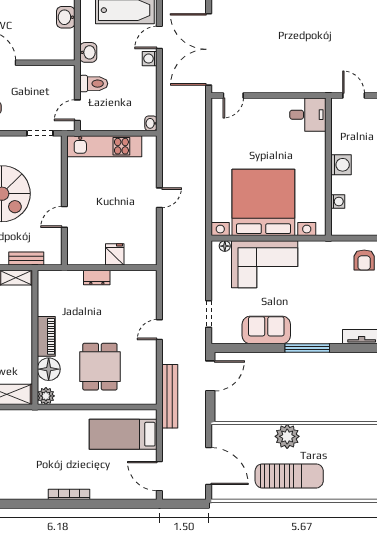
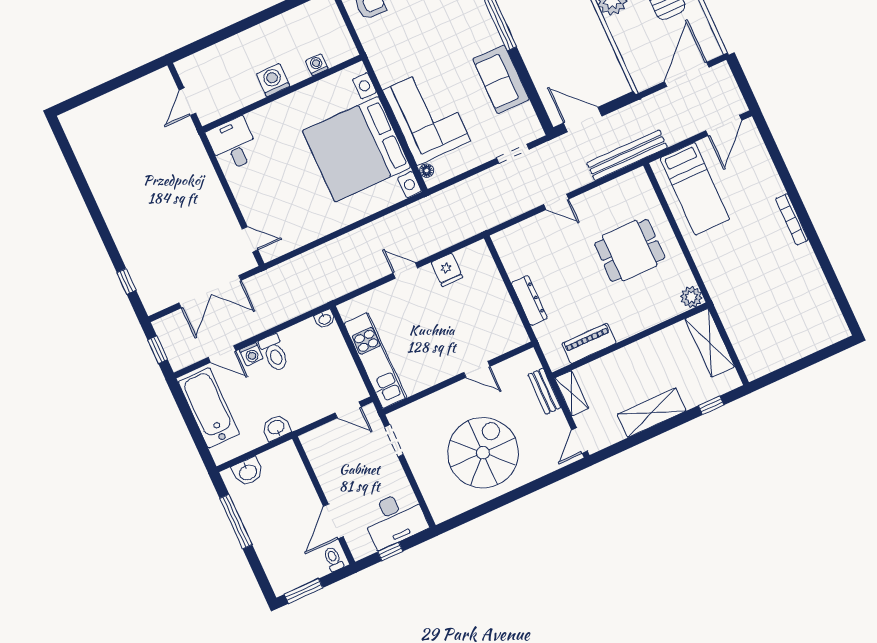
double door: (209, 49) -> (210, 292), width x0.73
toilet: (94, 84) -> (274, 353), moved, turned 180
fridge: (115, 254) -> (447, 270), moved, turned -90
dresser: (97, 278) -> (529, 301), width x1.44
piano: (46, 336) -> (589, 343), moved
floor lamp: (49, 369) -> (659, 308), removed

